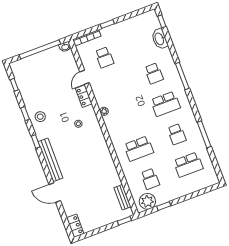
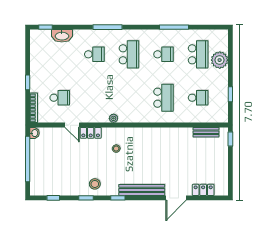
plant: (147, 201) -> (220, 60), moved
locker: (75, 226) -> (203, 190), moved

